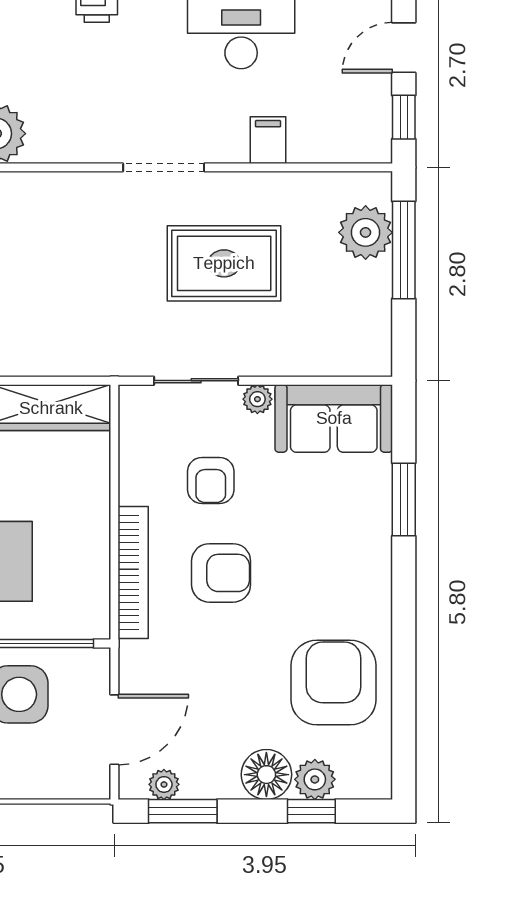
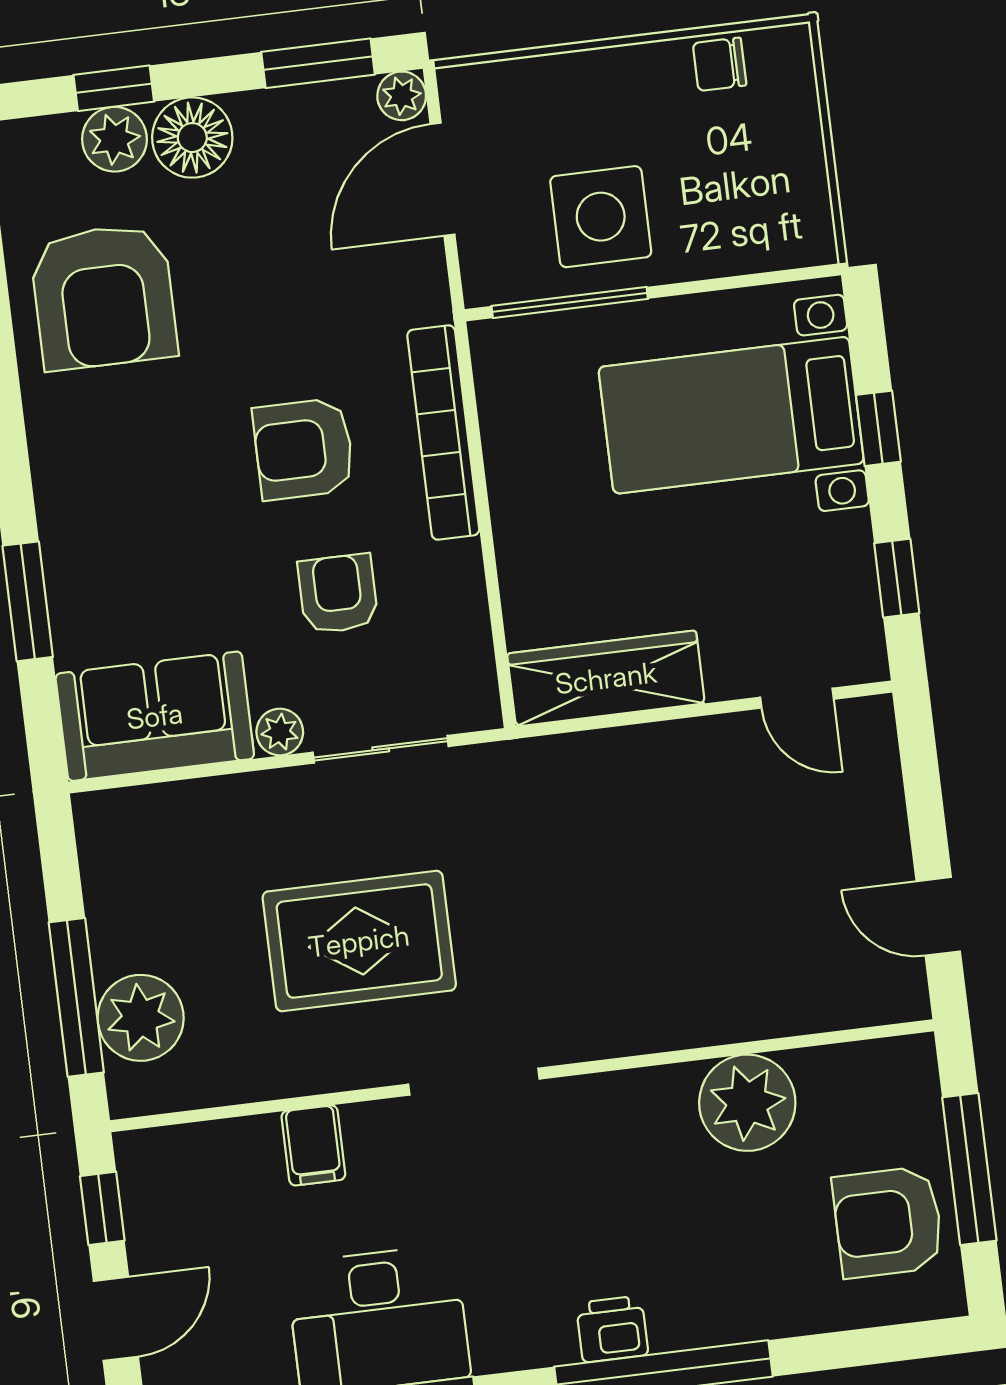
plant: (164, 784) -> (402, 96), moved

